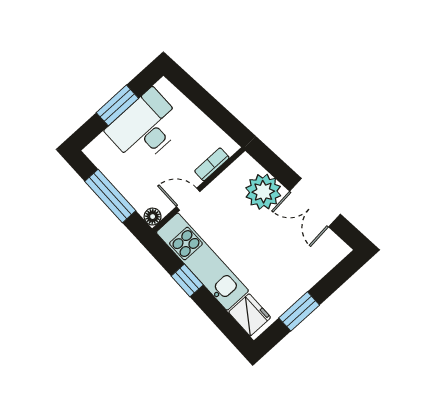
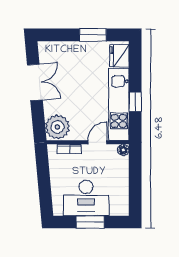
plant: (263, 192) -> (57, 127), moved
window: (110, 196) -> (135, 180), removed
door: (188, 199) -> (97, 142), swing flipped

